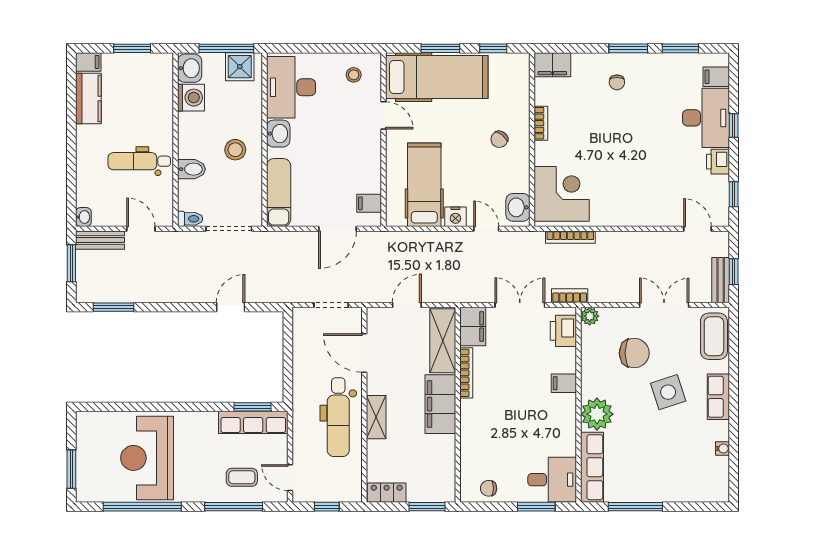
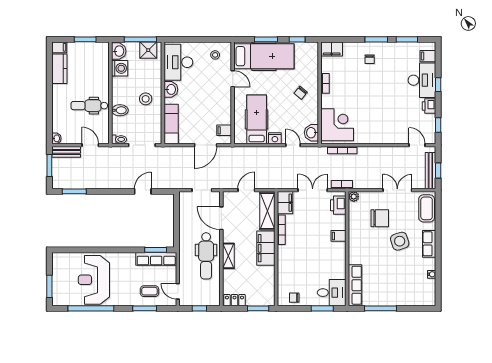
bench: (721, 280) -> (430, 171), width x1.36
plant: (597, 414) -> (358, 254), removed
window: (234, 507) -> (145, 308), width x0.69

